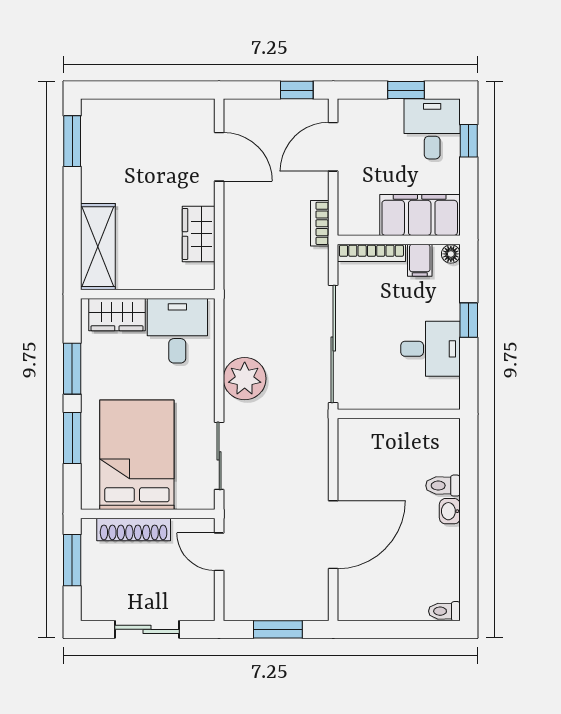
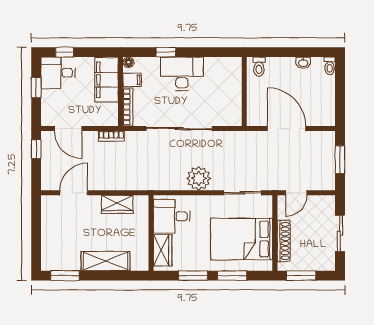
shelving: (98, 247) -> (106, 261), moved
desk: (430, 349) -> (182, 74), width x1.37
wall: (399, 414) -> (244, 92), moved
washbasin: (450, 511) -> (303, 63), moved

